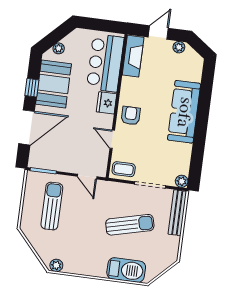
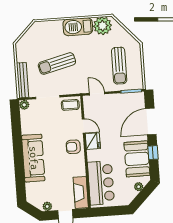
fridge: (107, 103) -> (93, 141), moved
armchair: (131, 116) -> (73, 147), turned 90
plant: (56, 265) -> (103, 26), width x1.88, depth x1.88
barbecue: (126, 270) -> (78, 27), moved

